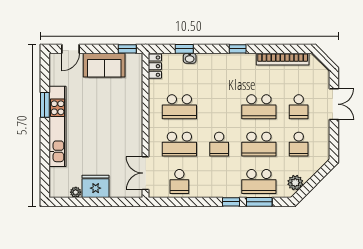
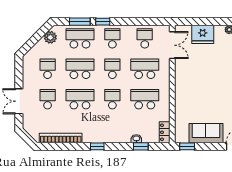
school desk: (219, 107) -> (112, 99), added
school desk: (219, 181) -> (112, 38), added
fridge: (96, 186) -> (203, 34), moved

